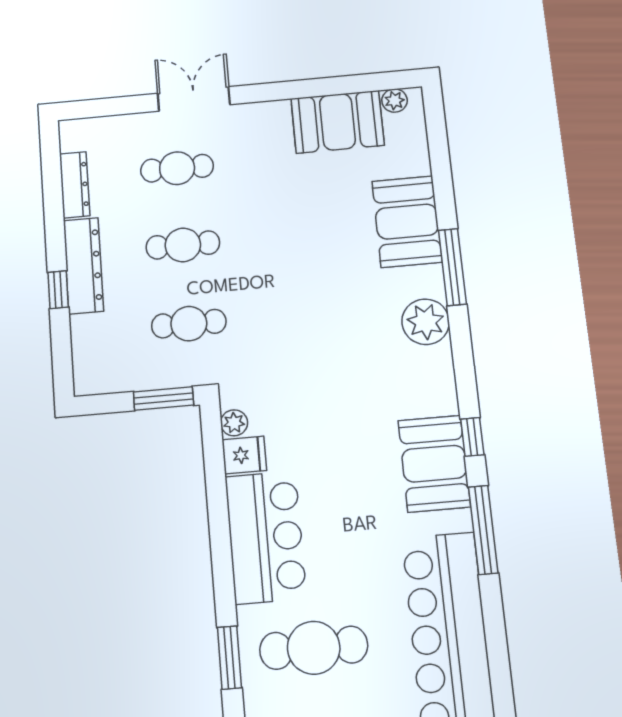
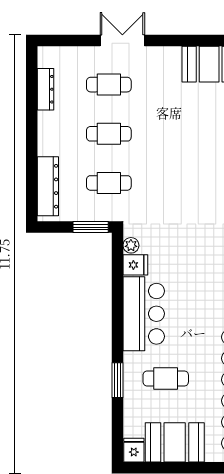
dresser: (83, 266) -> (48, 186), moved
window: (58, 290) -> (32, 155), removed
cafe table: (314, 648) -> (166, 378), width x0.73, depth x0.74

